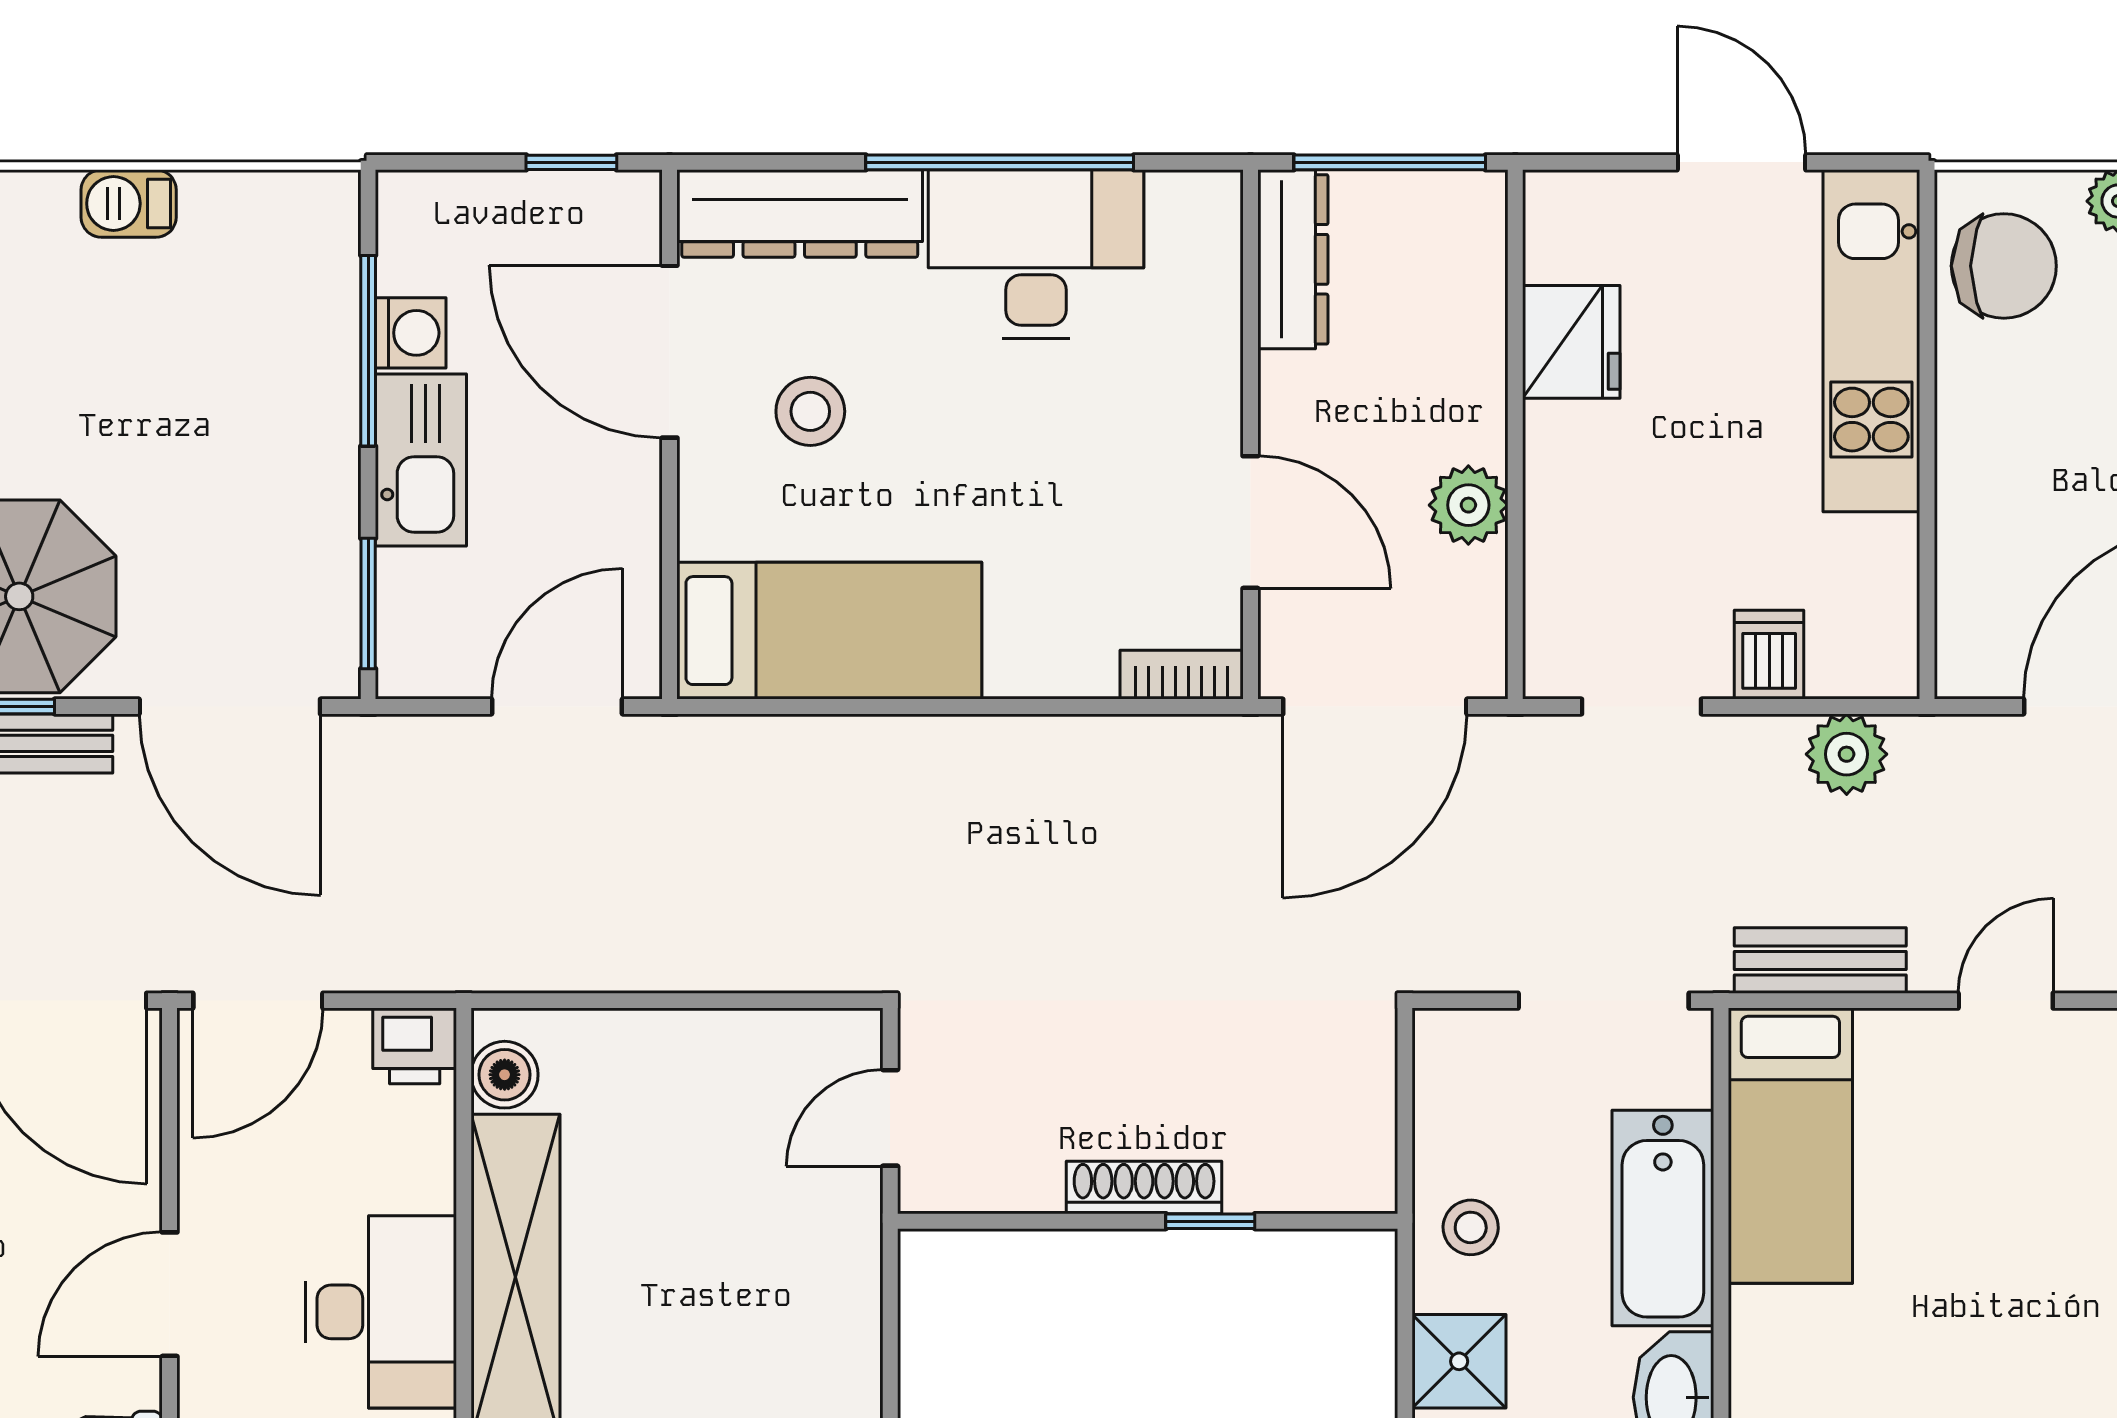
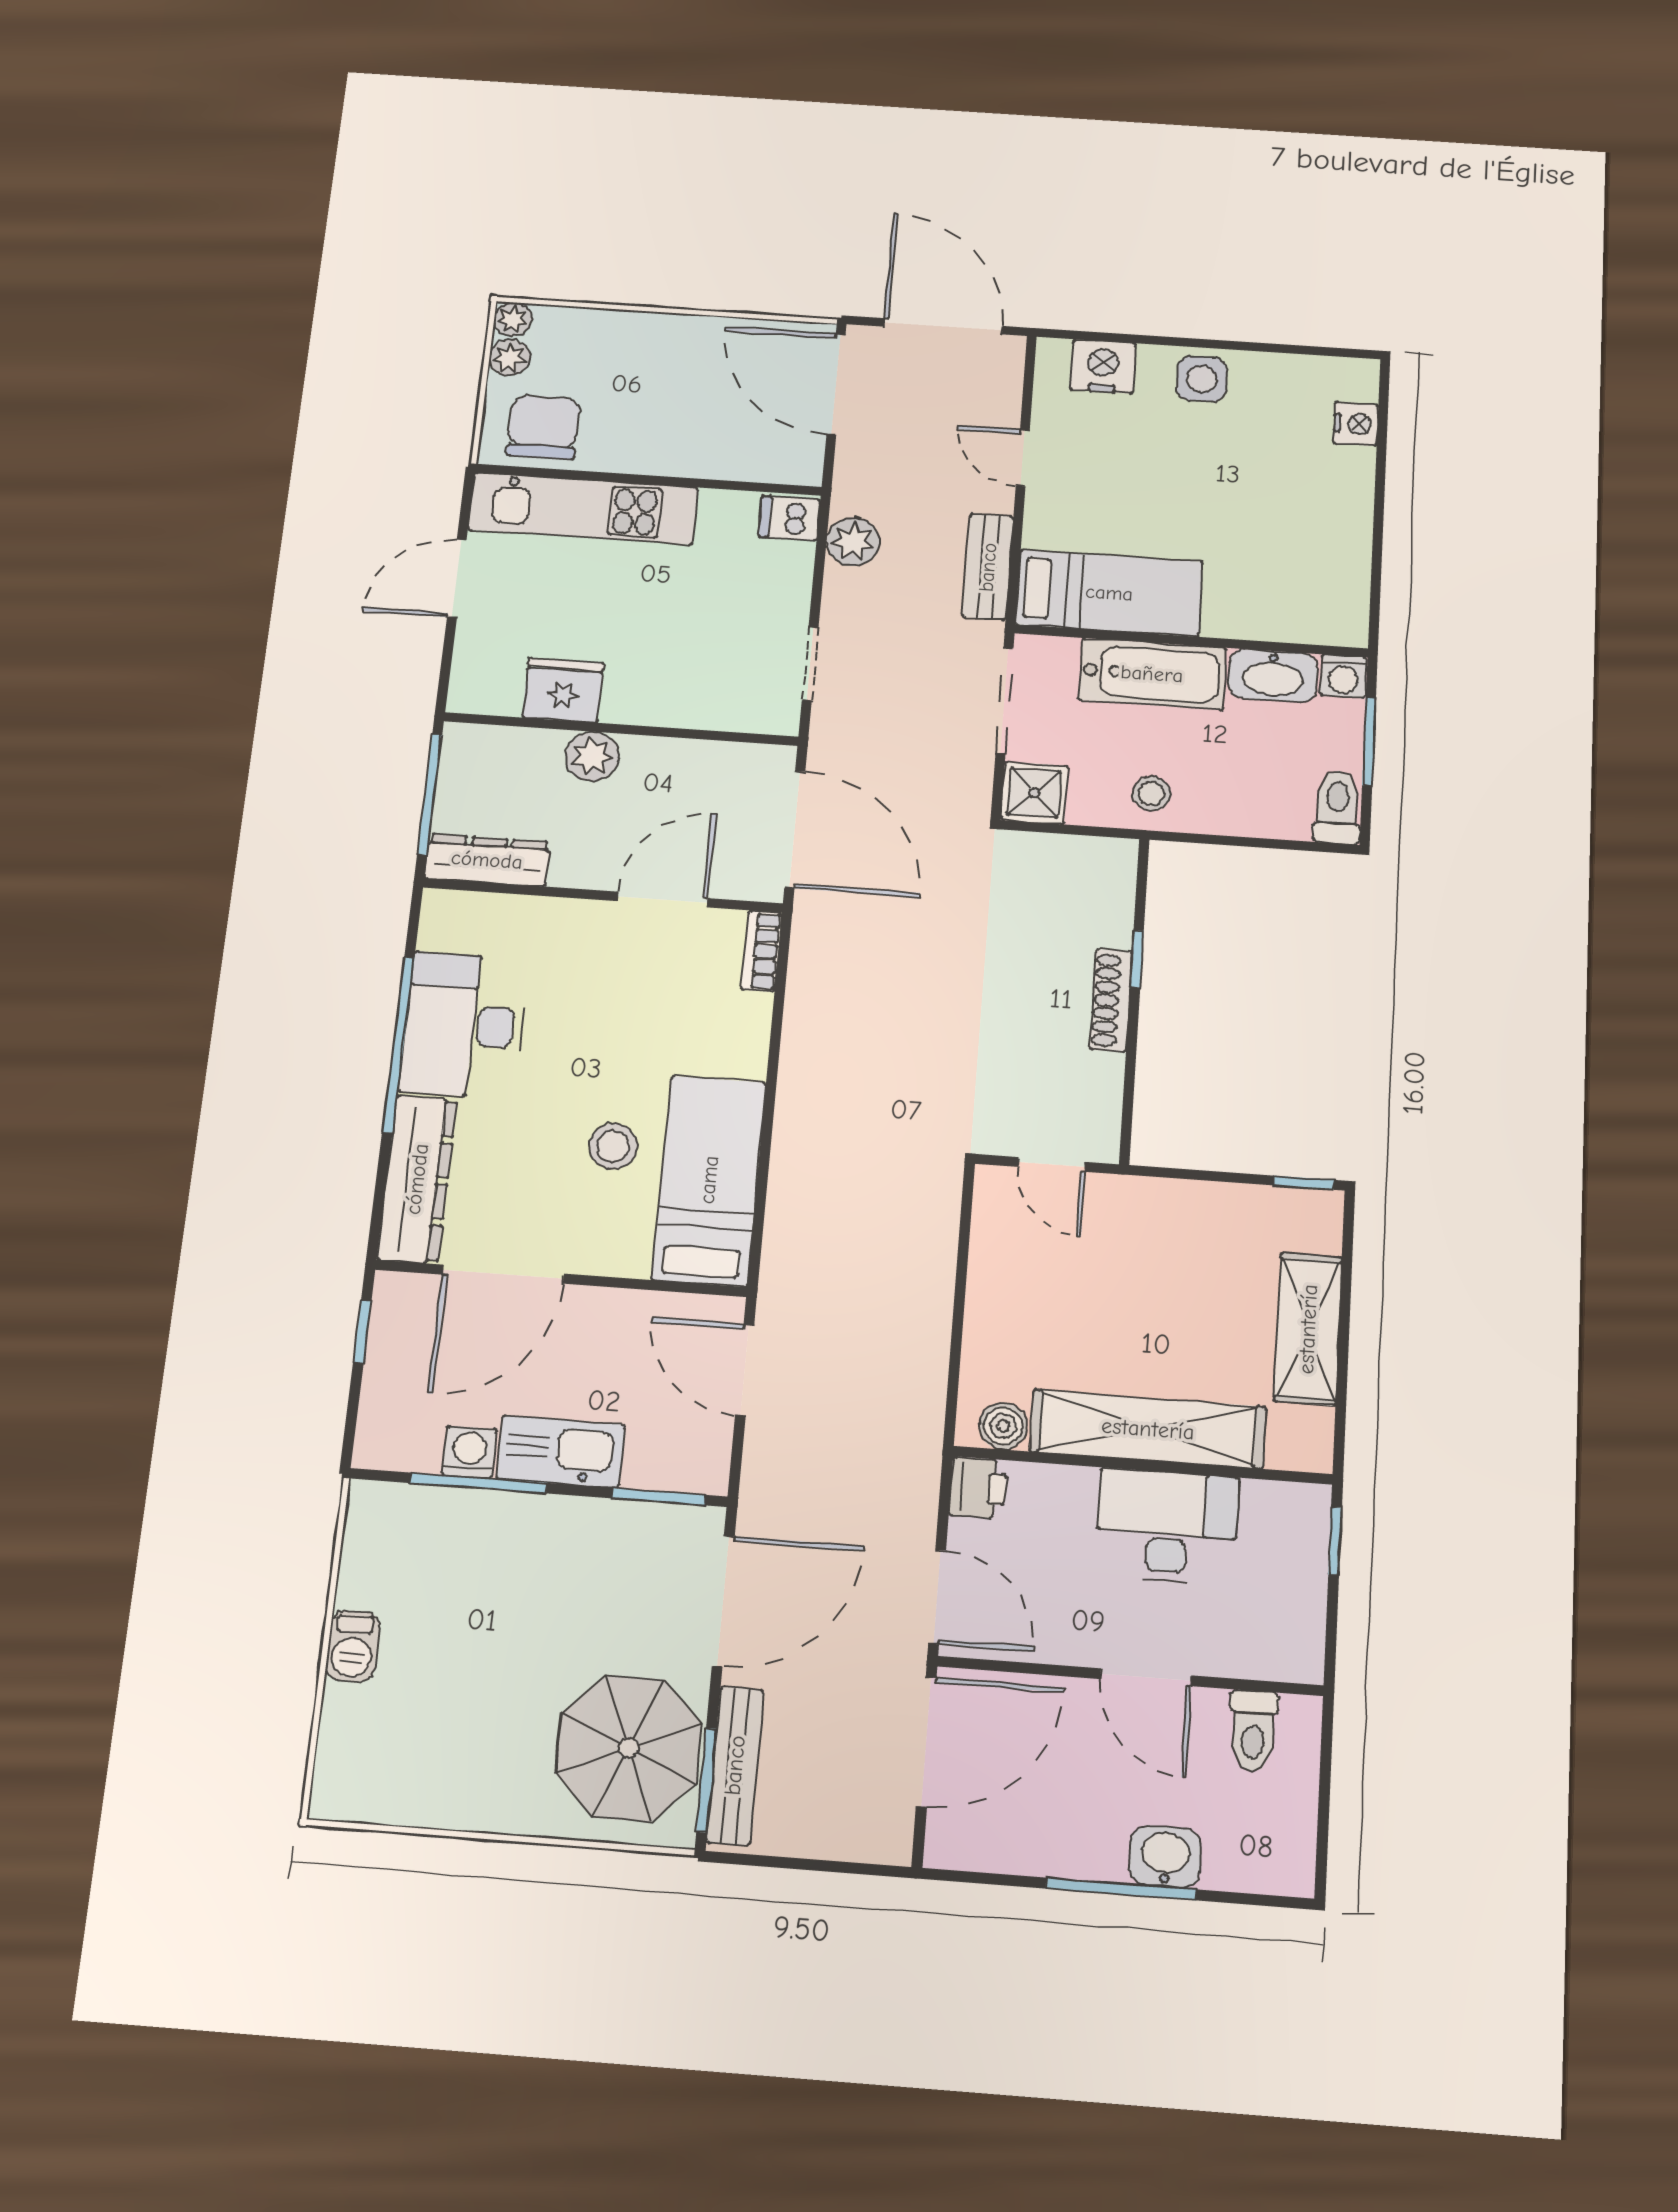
stool: (810, 411) -> (613, 1146), moved
plant: (1468, 505) -> (592, 756), moved
dishwasher: (1769, 655) -> (789, 518), moved
shower: (1459, 1361) -> (1034, 793), moved

